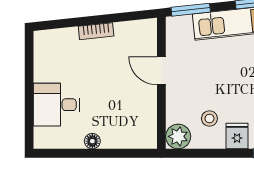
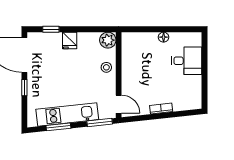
door: (161, 71) -> (119, 104), moved
stool: (209, 119) -> (106, 67), moved

